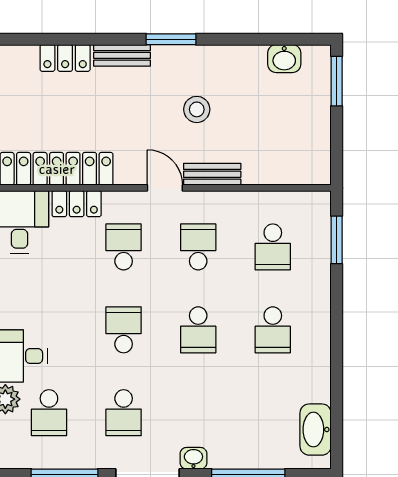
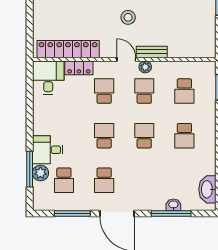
stool: (197, 109) -> (128, 17), moved
plant: (200, 202) -> (145, 67), added
school desk: (198, 330) -> (144, 136), turned 180
washbasin: (193, 458) -> (173, 205), moved

